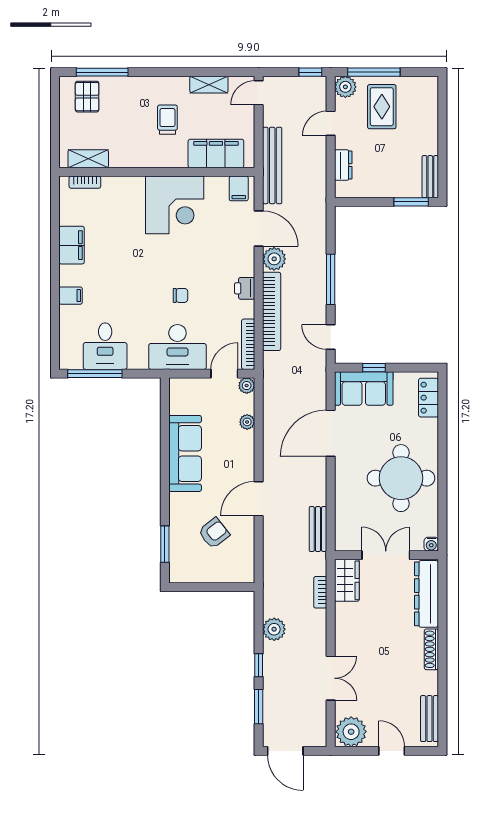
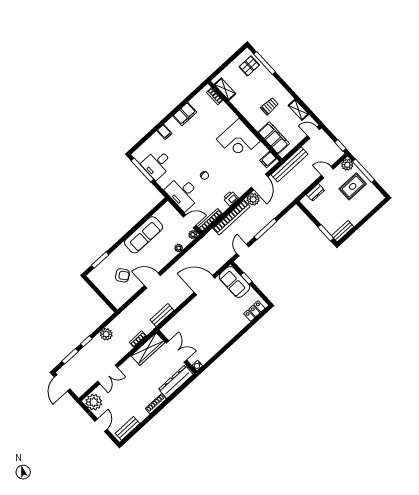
round table: (401, 478) -> (212, 329), removed
wardrobe: (347, 580) -> (148, 349), width x1.50

